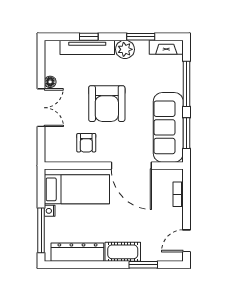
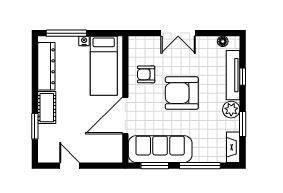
floor lamp: (50, 82) -> (223, 41), moved
bookcase: (178, 194) -> (99, 158), removed
door: (186, 241) -> (69, 166), moved

